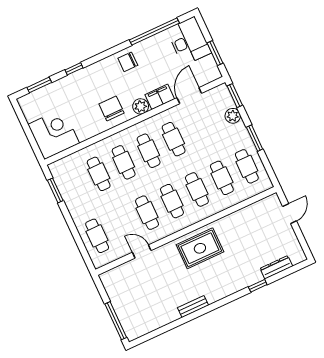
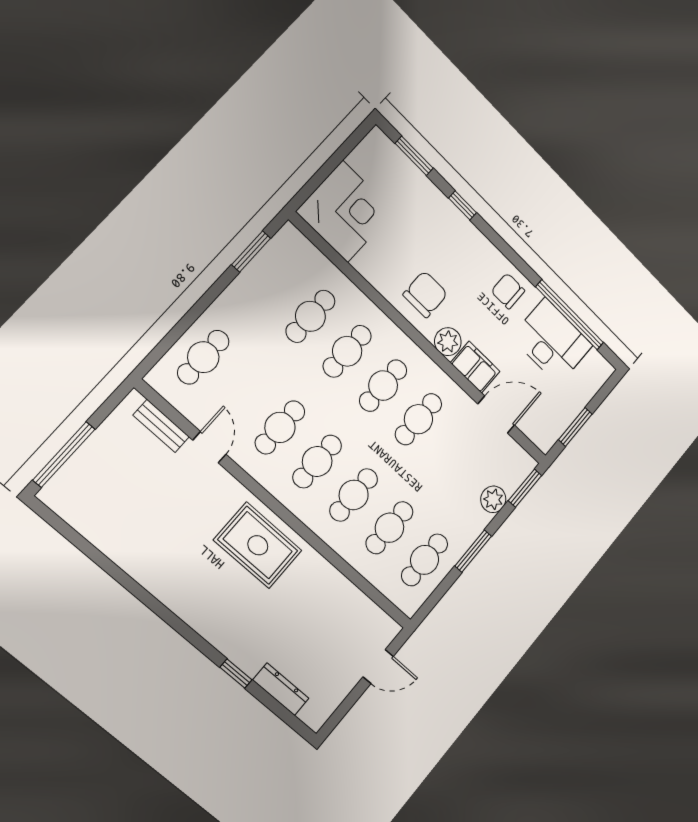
desk: (189, 41) -> (552, 341), moved, turned -90
bench: (193, 306) -> (161, 426), moved

